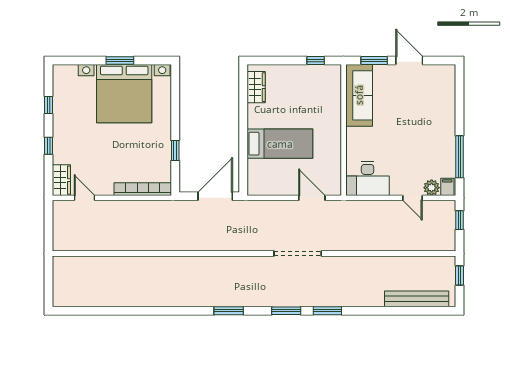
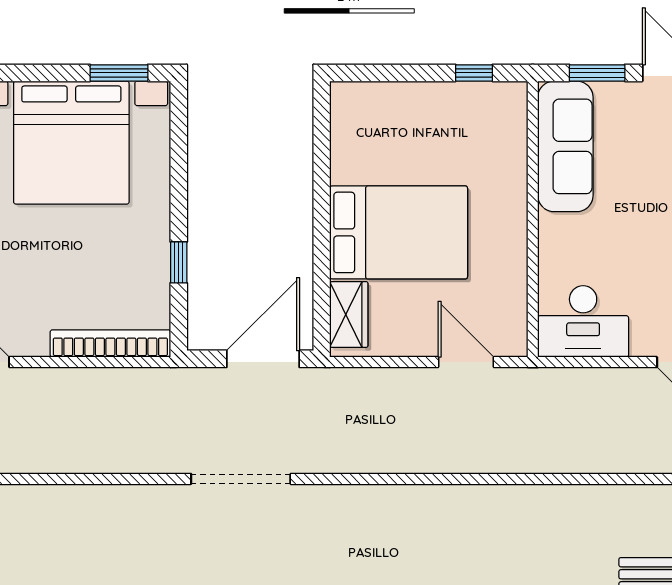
window: (120, 60) -> (119, 73), moved
wardrobe: (256, 87) -> (349, 314), moved
bed: (280, 144) -> (399, 232), width x1.50
doorway: (298, 253) -> (241, 479), moved

